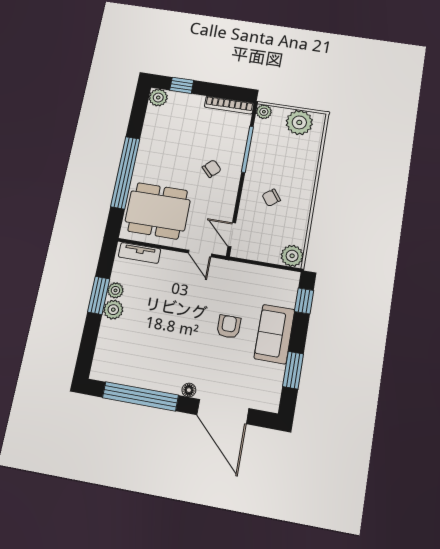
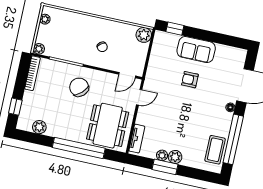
plant: (158, 98) -> (39, 127), moved
plant: (299, 122) -> (45, 19), width x0.53, depth x0.53
chair: (212, 169) -> (79, 87), width x1.87, depth x1.87
coffee table: (124, 369) -> (215, 150), added
window: (293, 370) -> (220, 39), removed

